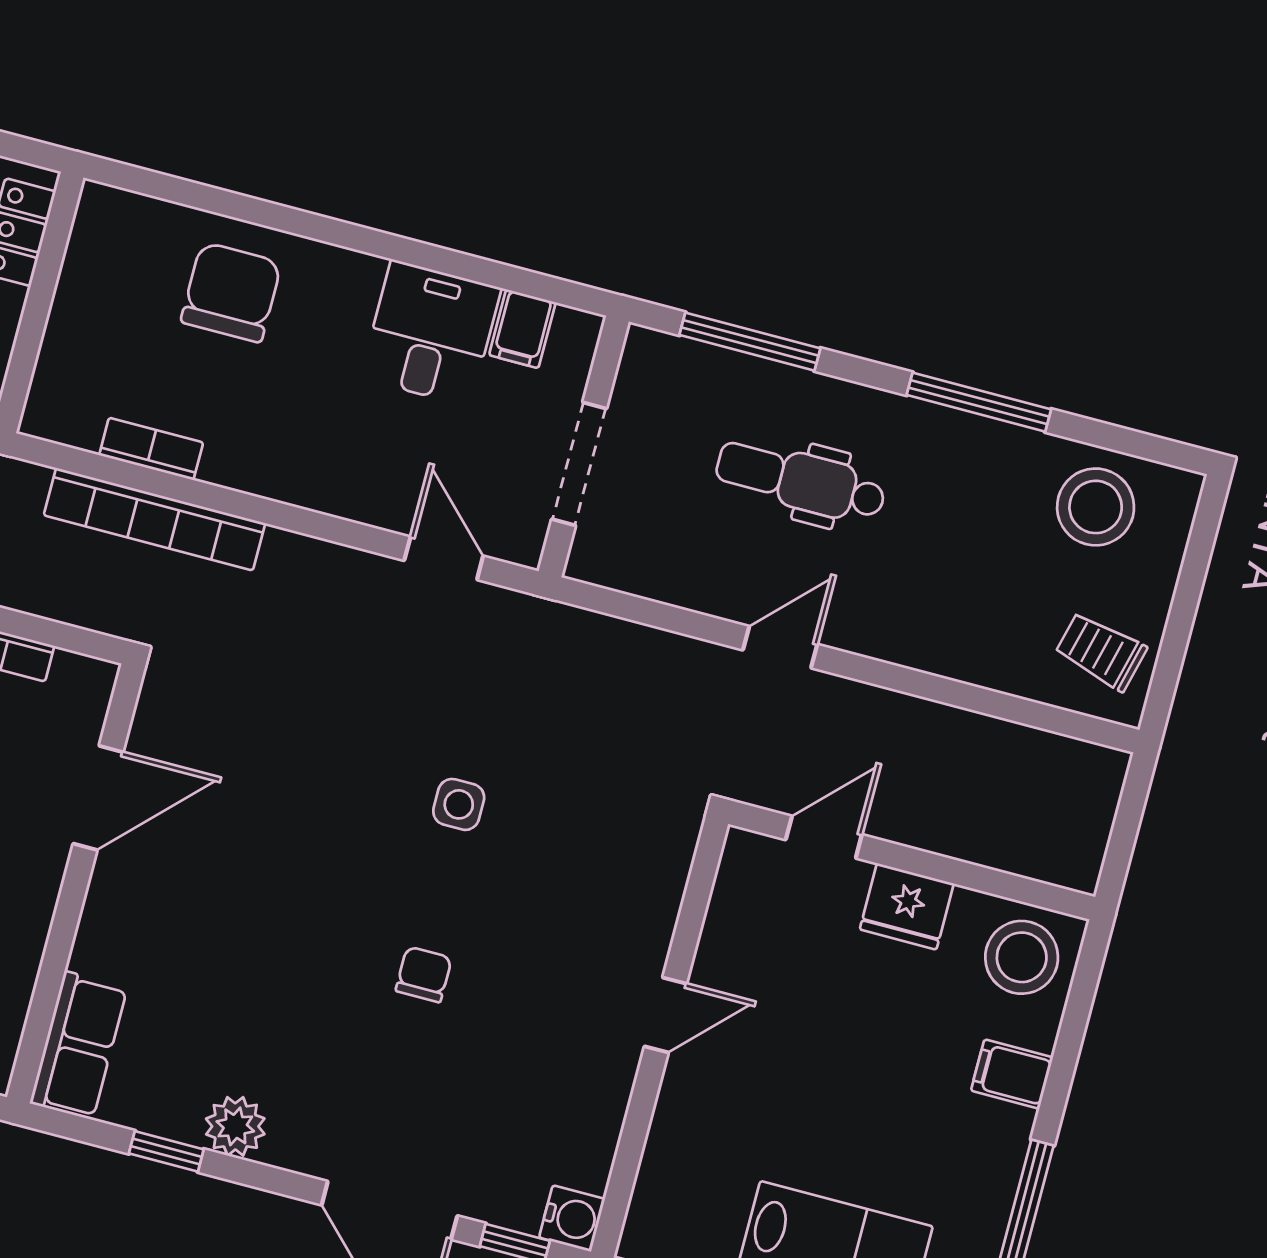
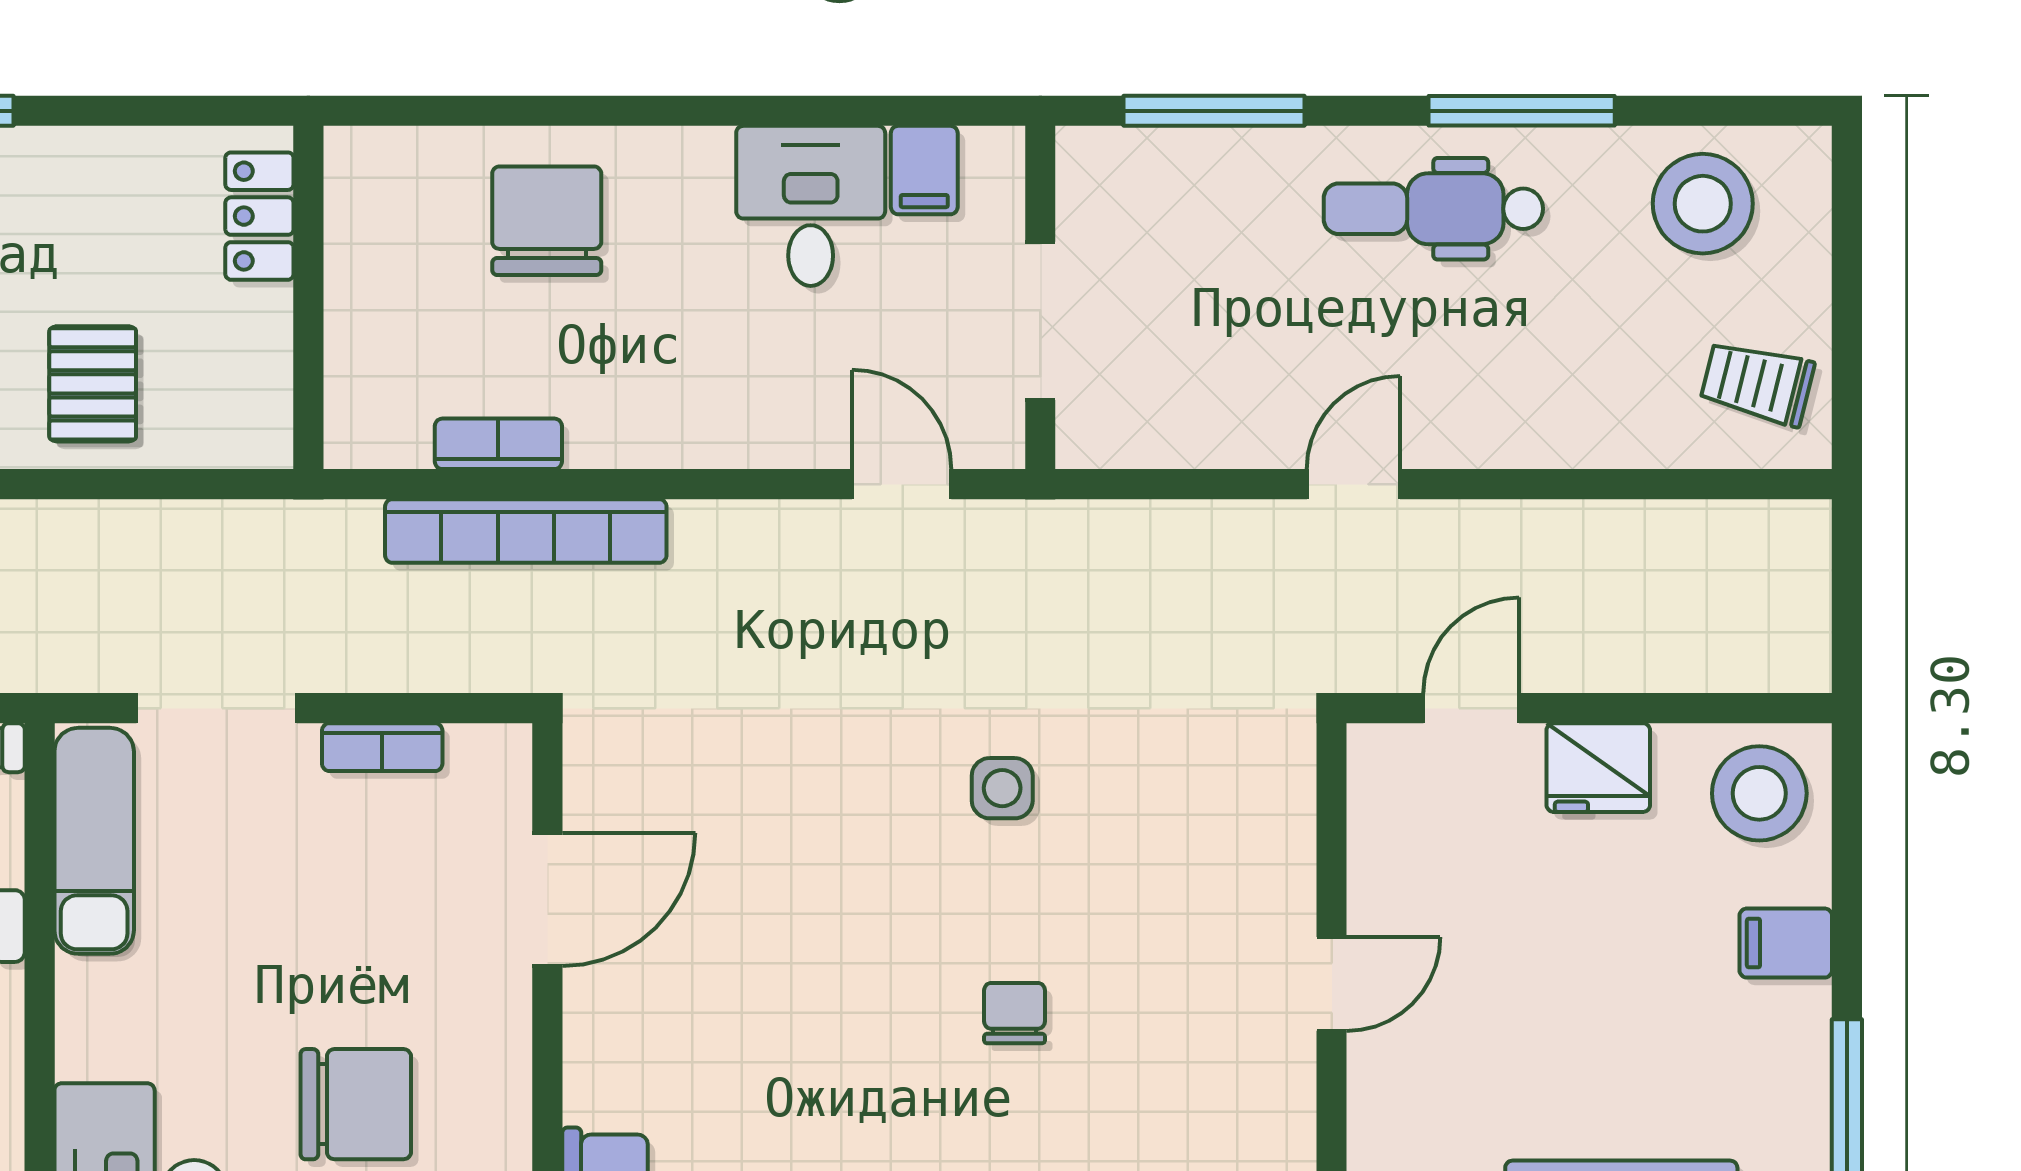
dental chair: (801, 481) -> (1433, 209), moved

